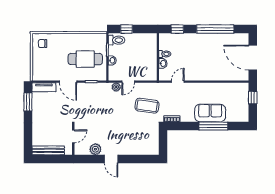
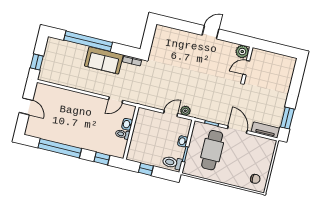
window: (127, 29) -> (146, 169), moved
door: (253, 58) -> (26, 106), width x0.53
cafe table: (85, 59) -> (212, 150), turned 90
coffee table: (147, 106) -> (156, 82), removed
sofa: (210, 113) -> (104, 60), moved
window: (213, 126) -> (88, 41), width x1.46
plant: (95, 149) -> (242, 52), moved
bench: (48, 150) -> (278, 59), removed
door: (111, 159) -> (210, 32), hinge flipped

